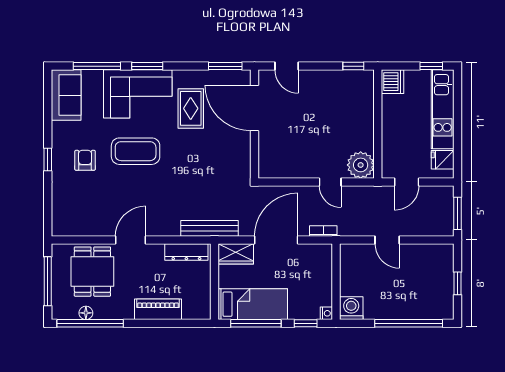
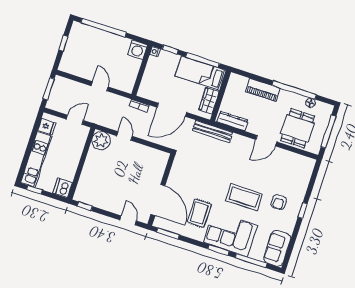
wardrobe: (236, 254) -> (209, 101), moved, turned -90
window: (90, 323) -> (294, 90), moved

